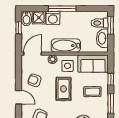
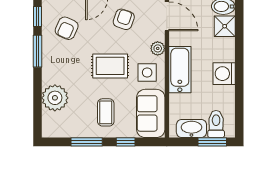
window: (62, 9) -> (239, 64), removed
washing machine: (53, 18) -> (224, 74), moved

